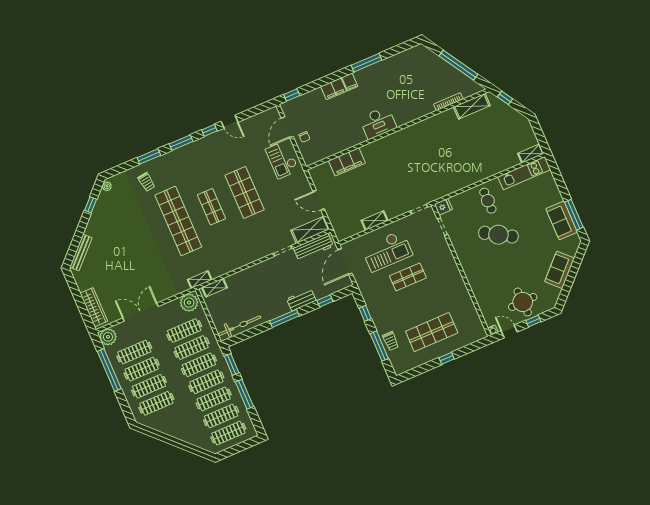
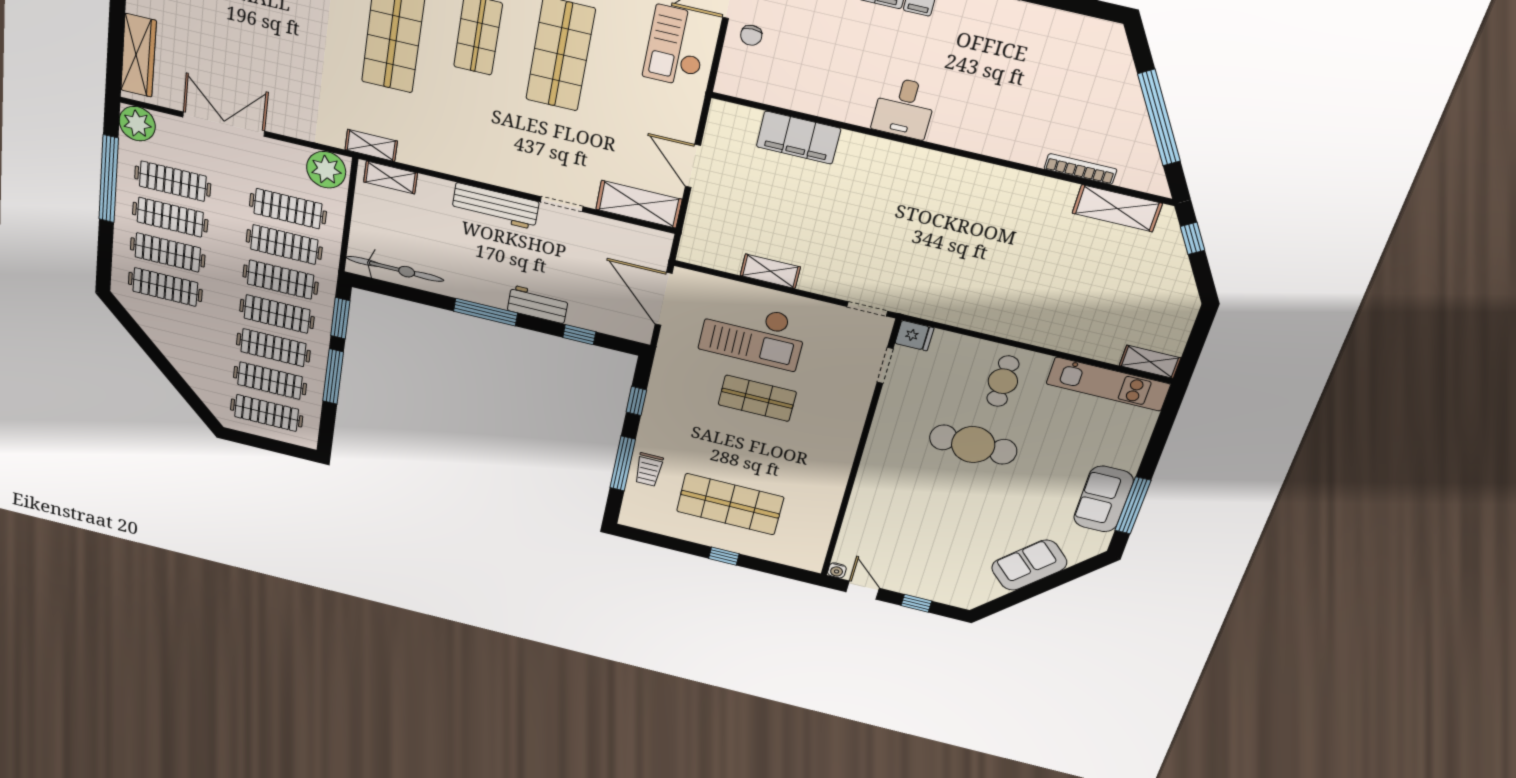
desk: (378, 123) -> (904, 108), width x0.73
cafe table: (498, 235) -> (973, 445), turned -31
workbench: (313, 247) -> (495, 206), moved
door: (345, 262) -> (664, 299), hinge flipped
round table: (523, 302) -> (923, 566), removed

